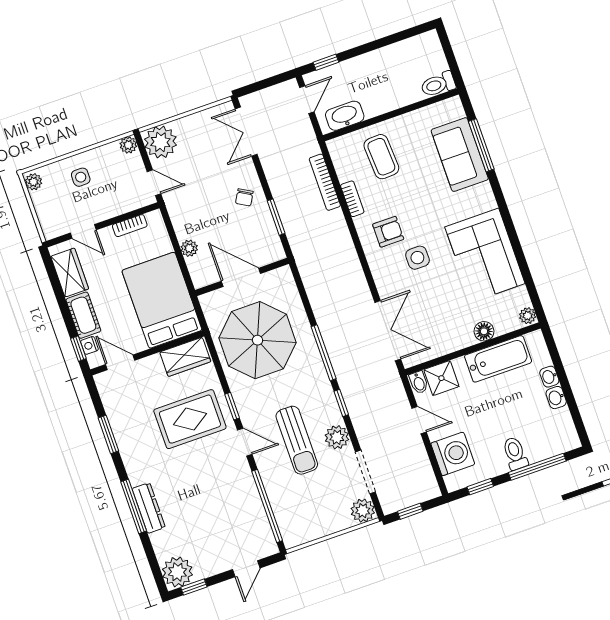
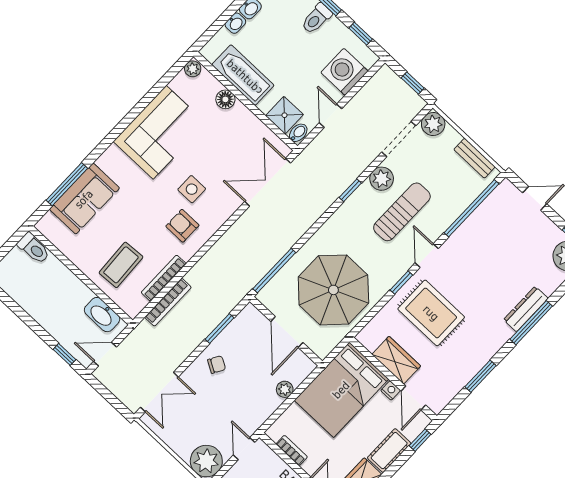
bookcase: (352, 199) -> (164, 278), width x1.56
nightstand: (89, 345) -> (391, 390), moved, turned -90
window: (324, 353) -> (274, 271), moved
wardrobe: (185, 357) -> (396, 360), moved
bench: (312, 532) -> (474, 158), added

